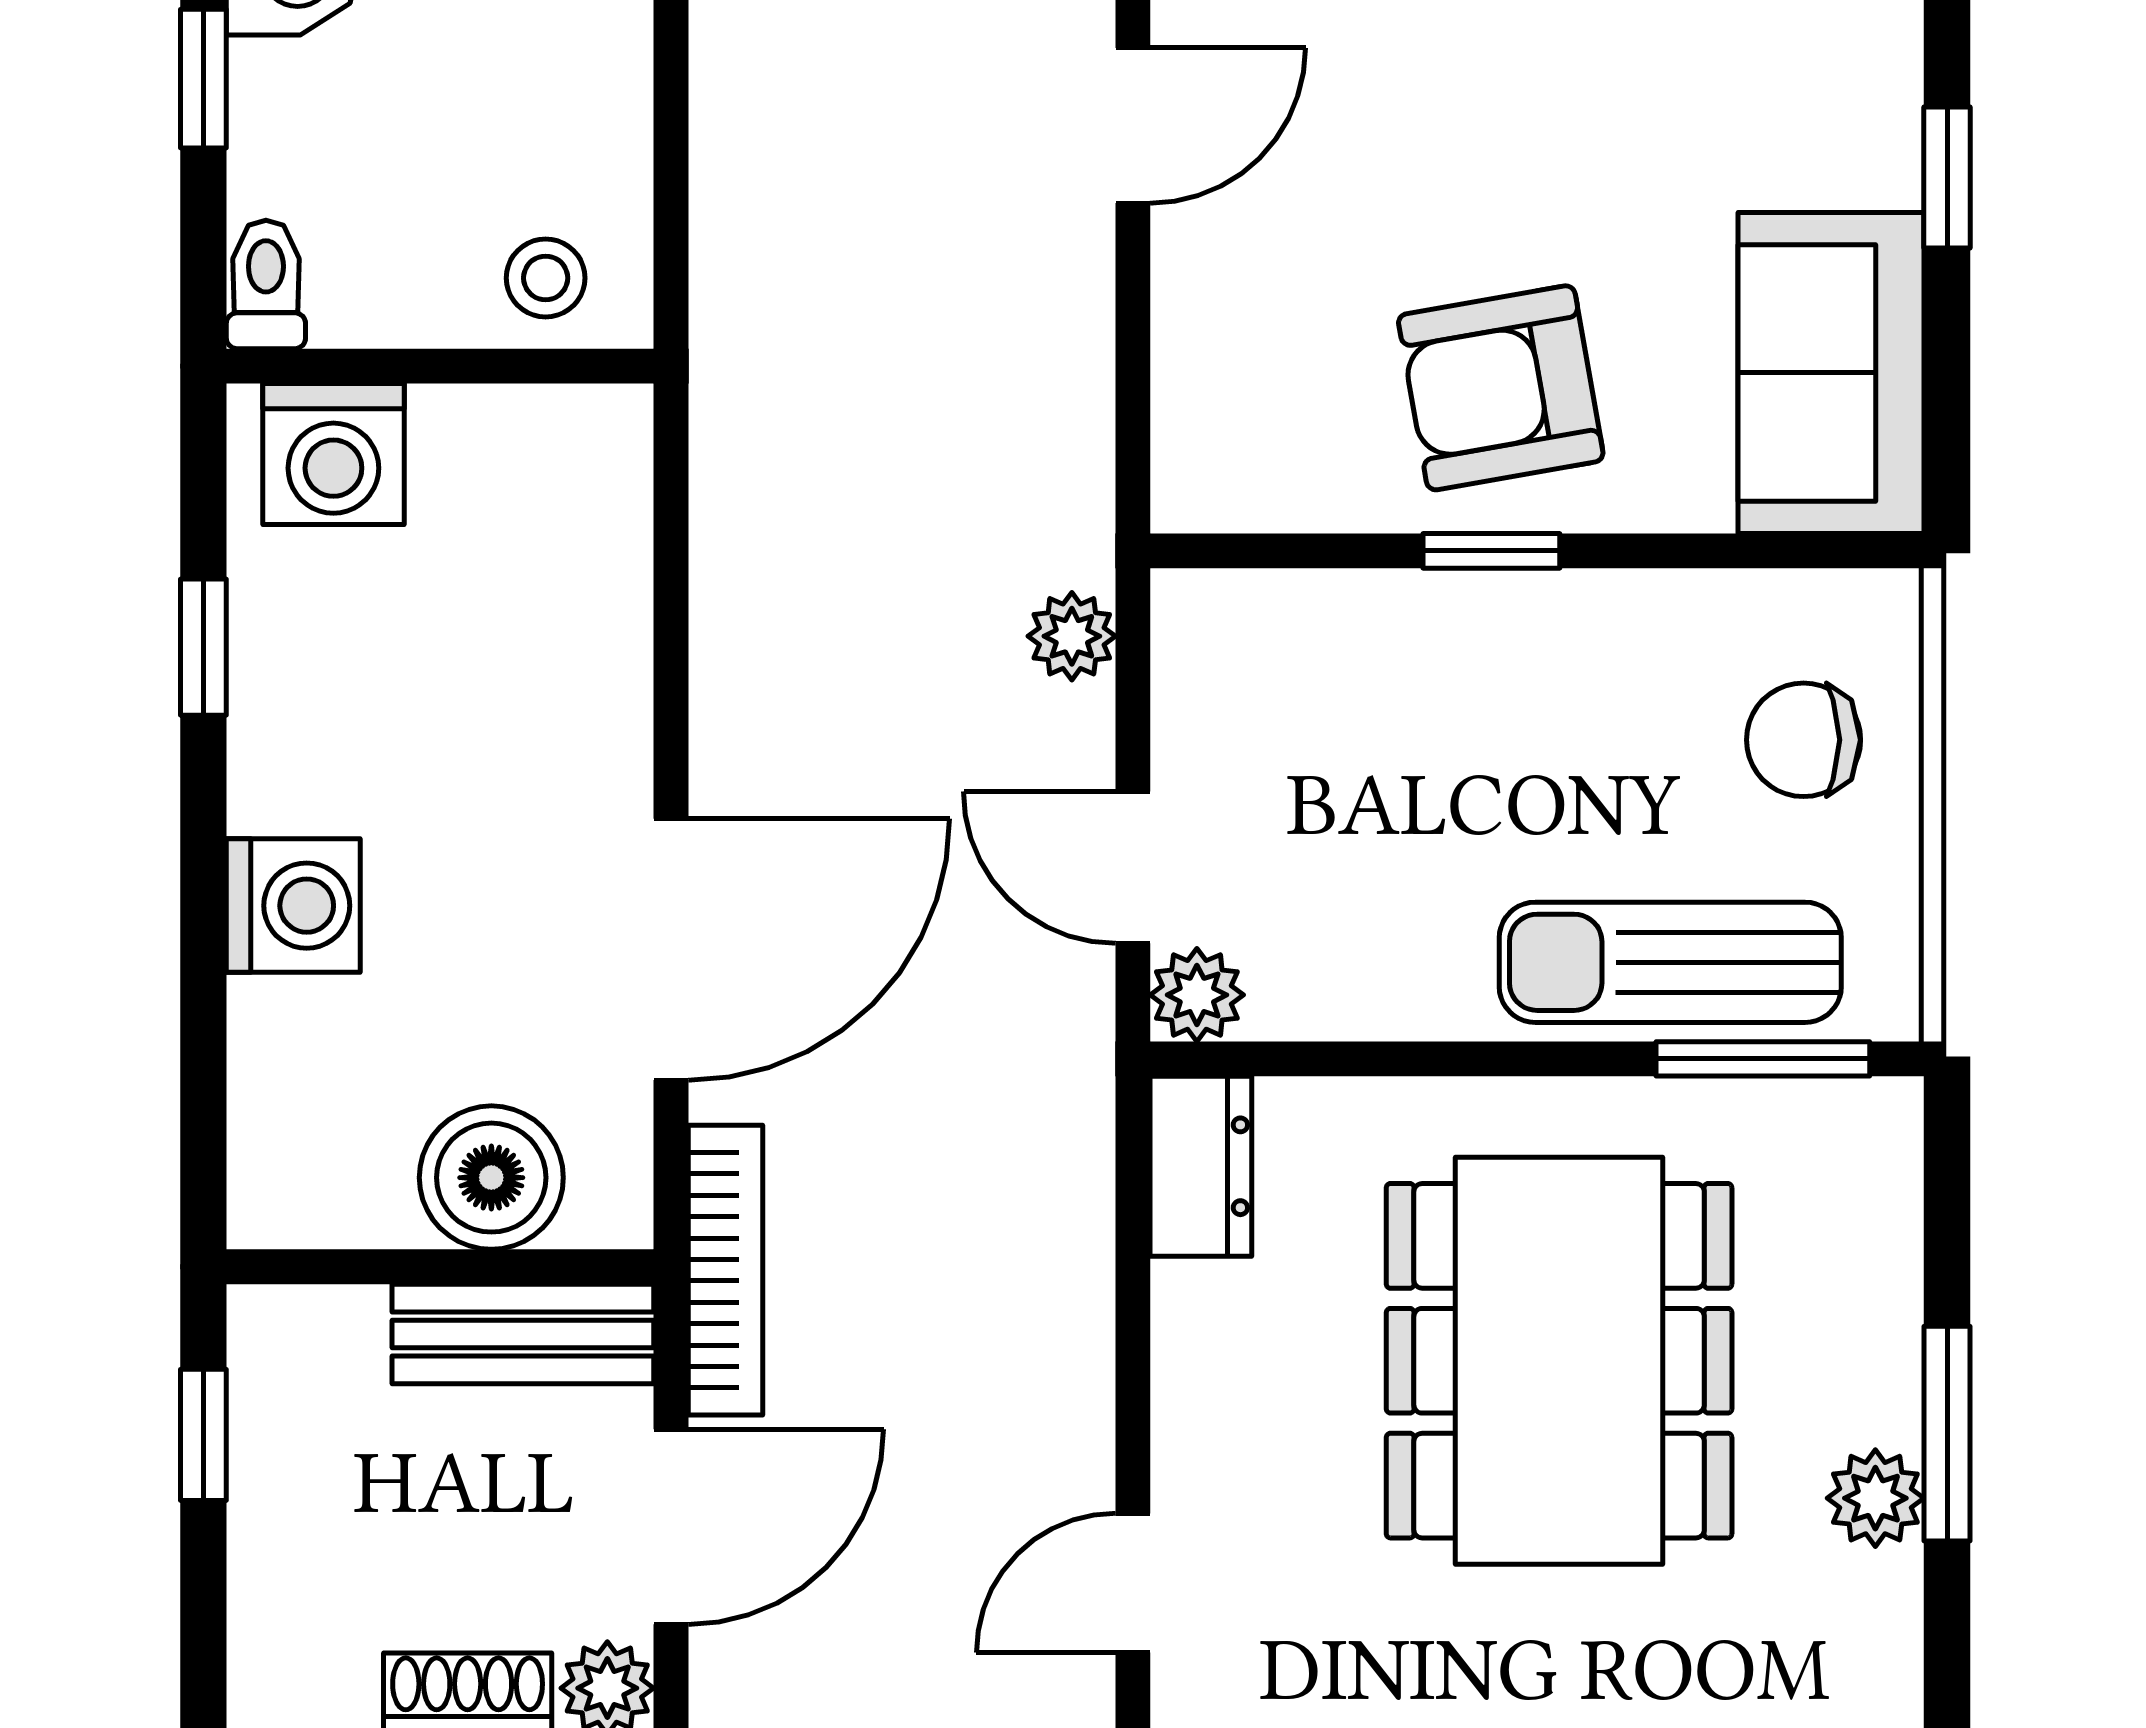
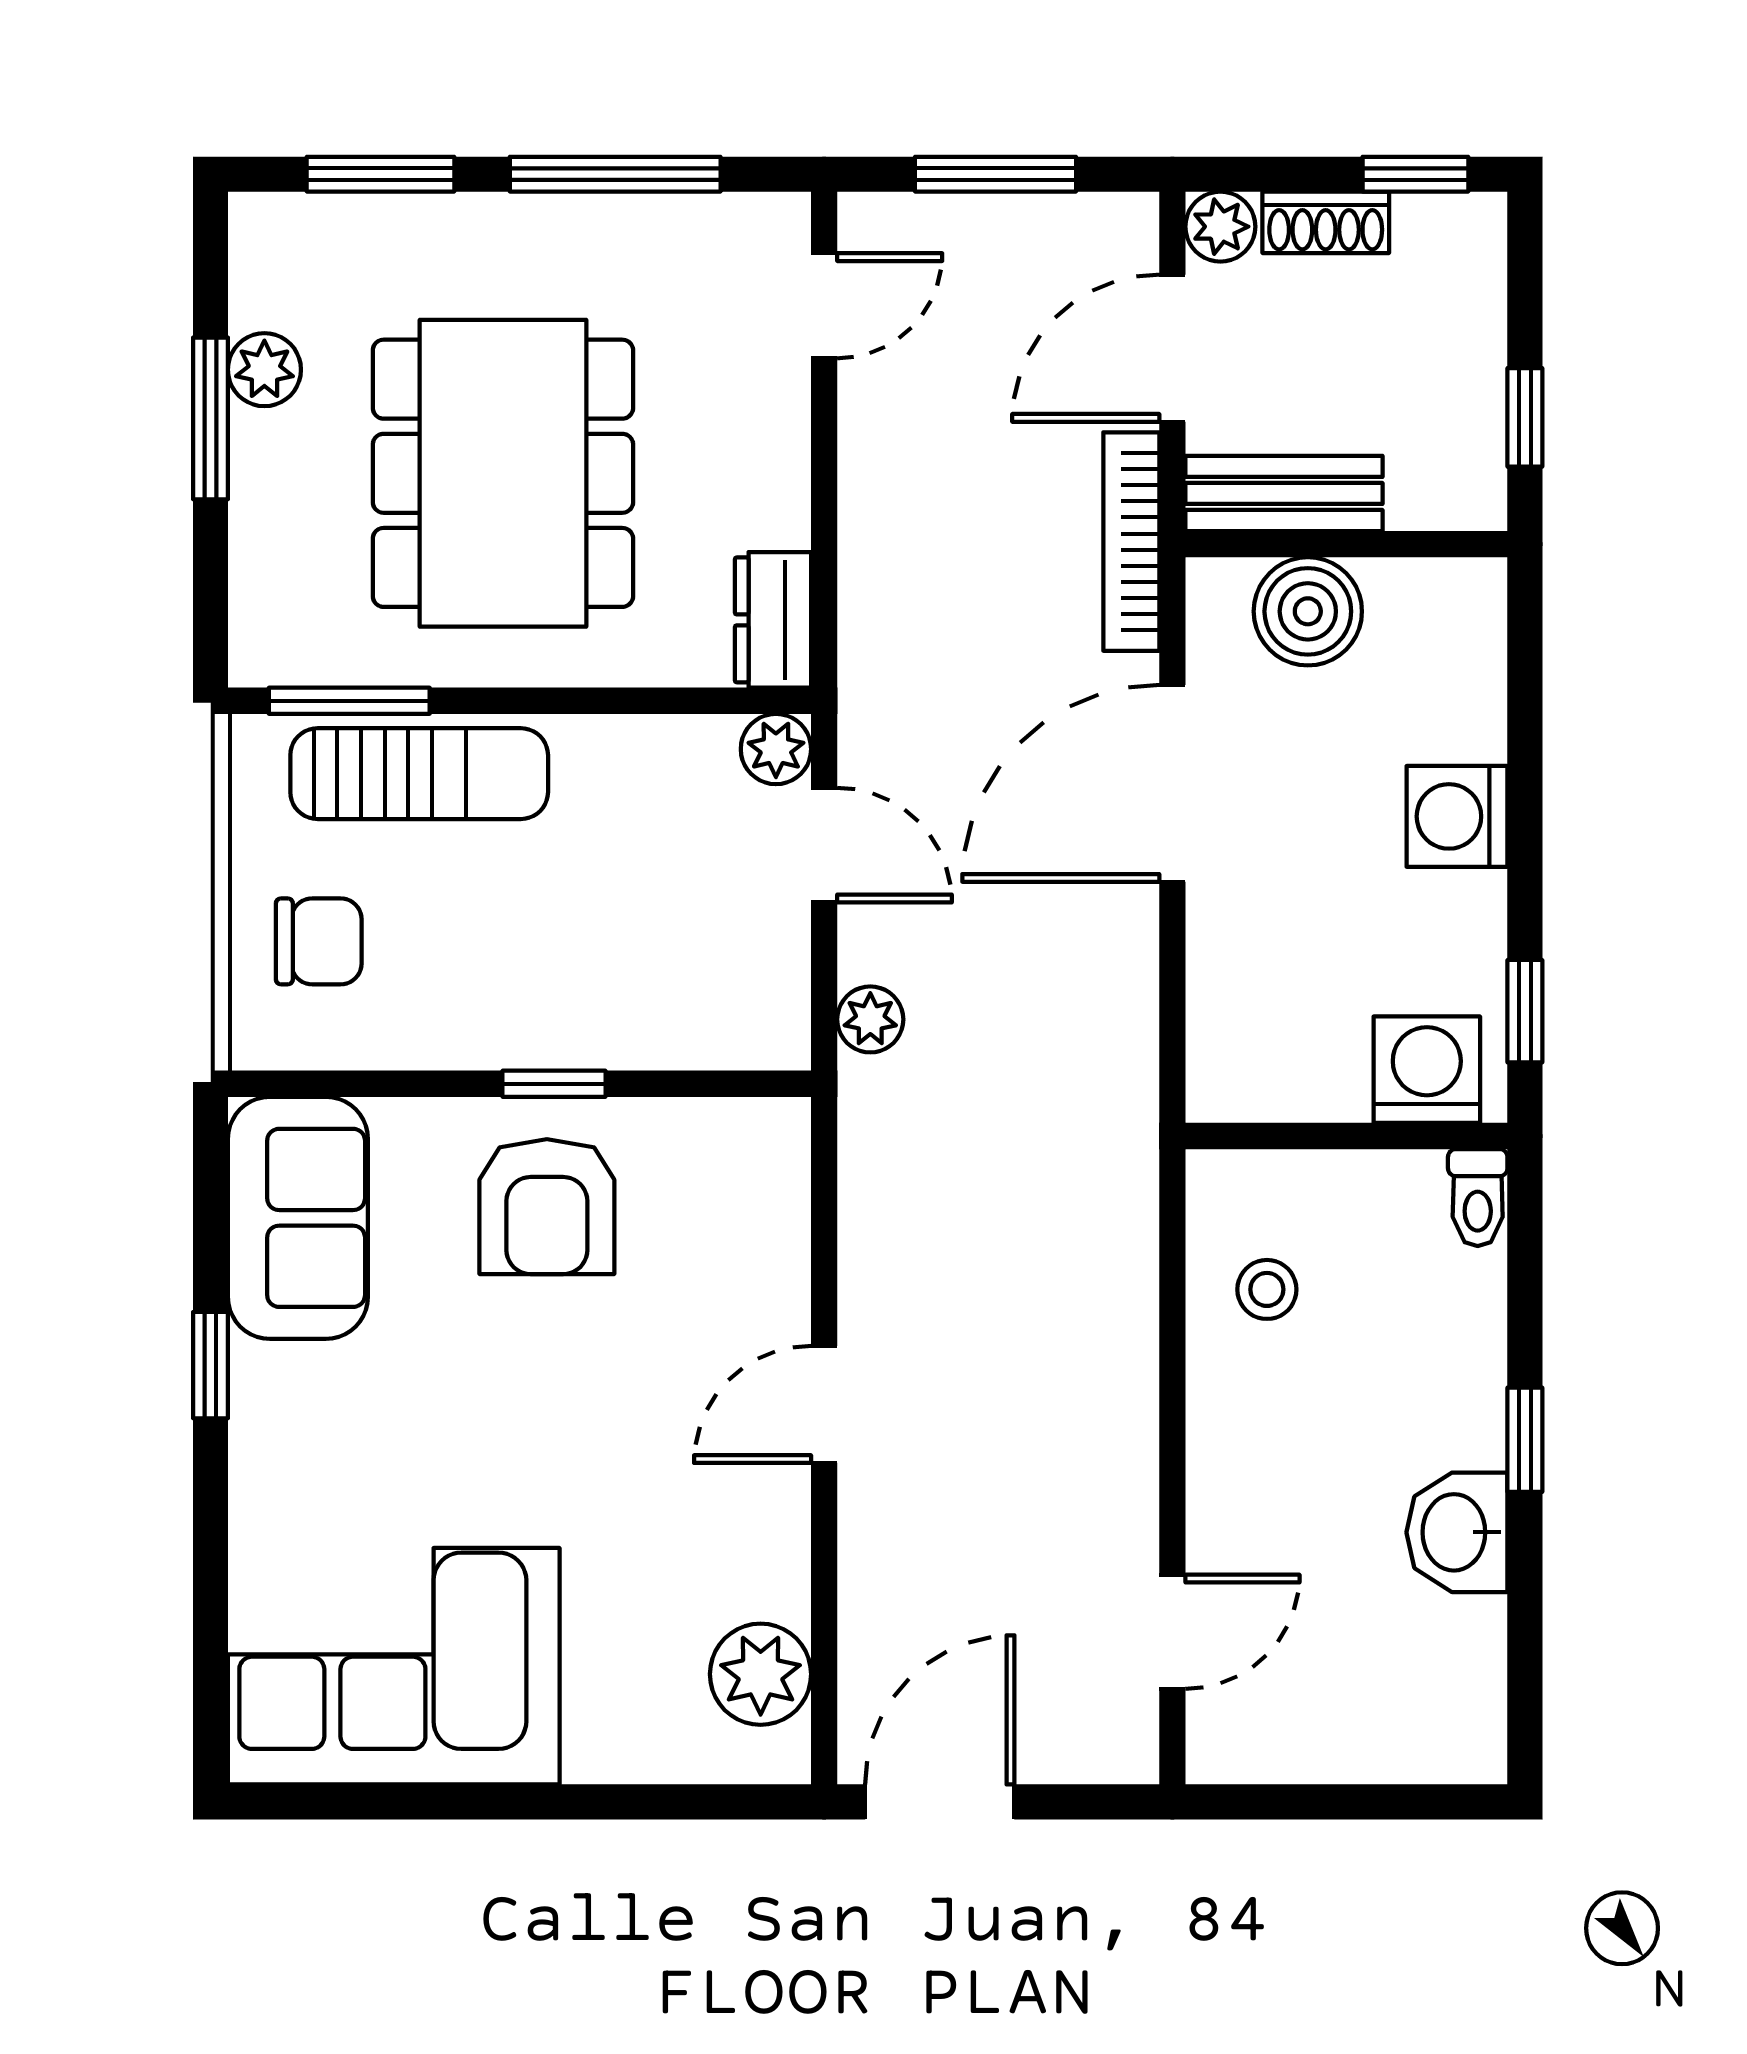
toilet: (266, 284) -> (1478, 1198), moved
wall: (440, 366) -> (1346, 1136), moved
armchair: (1501, 388) -> (547, 1207), turned 100
washing machine: (333, 454) -> (1427, 1070), moved

